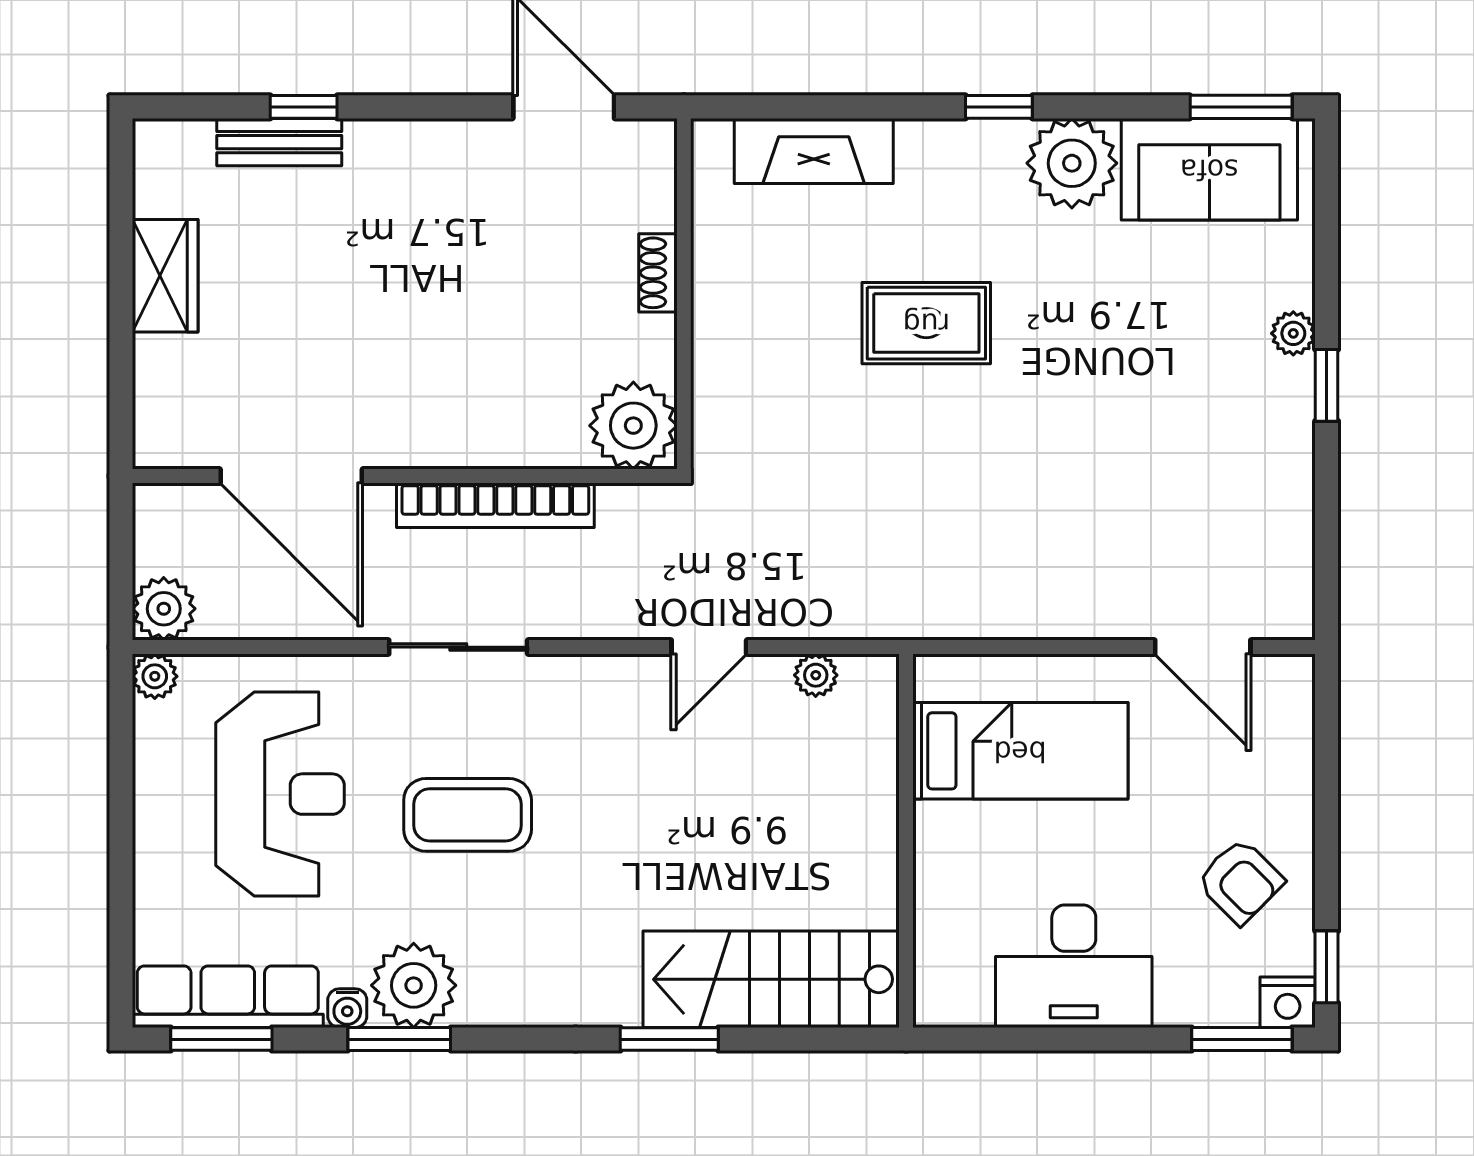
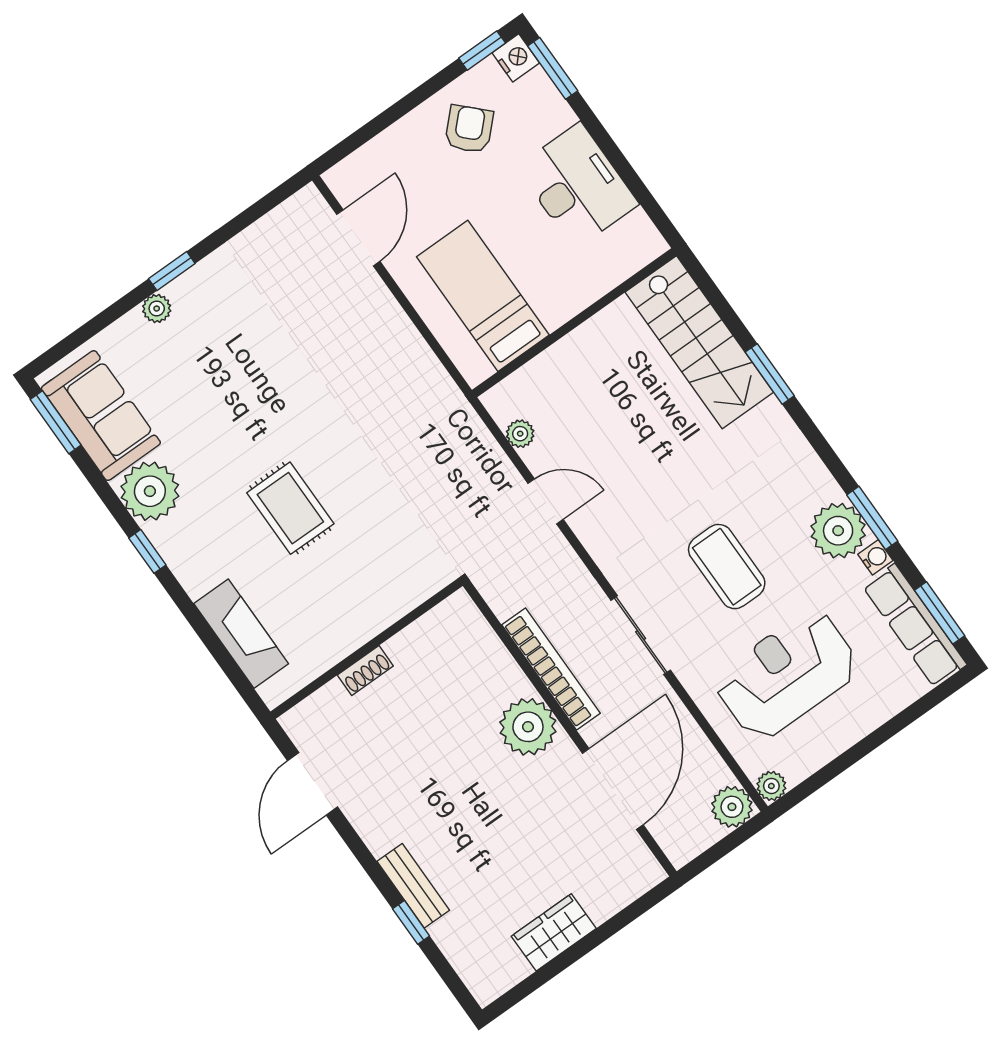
bench: (279, 142) -> (413, 886), moved
plant: (633, 426) -> (528, 727), moved

